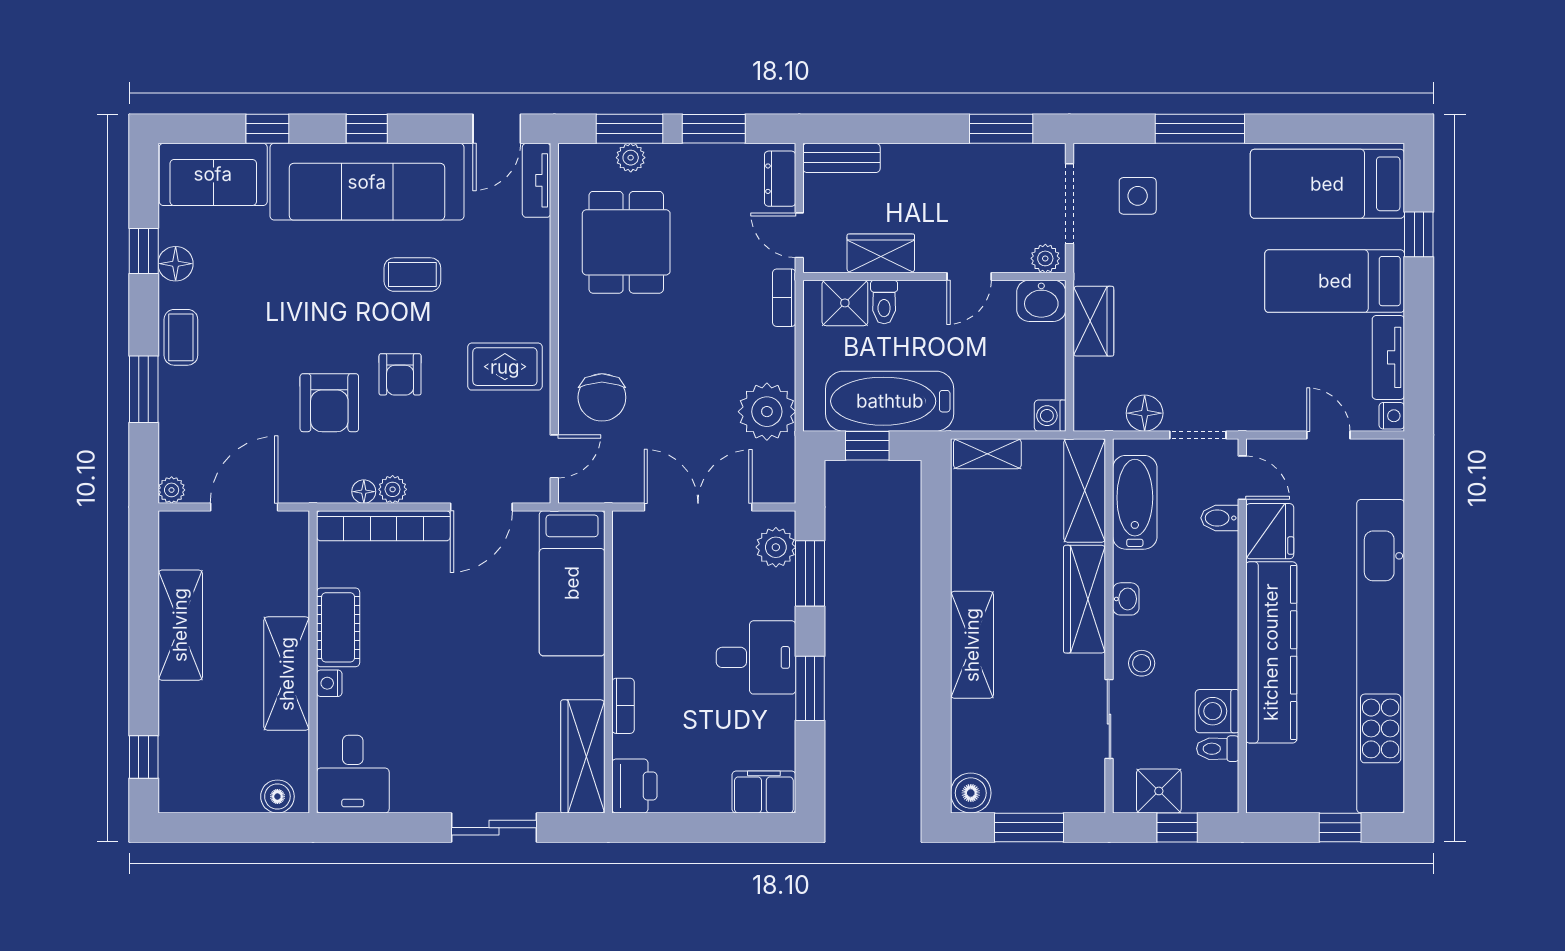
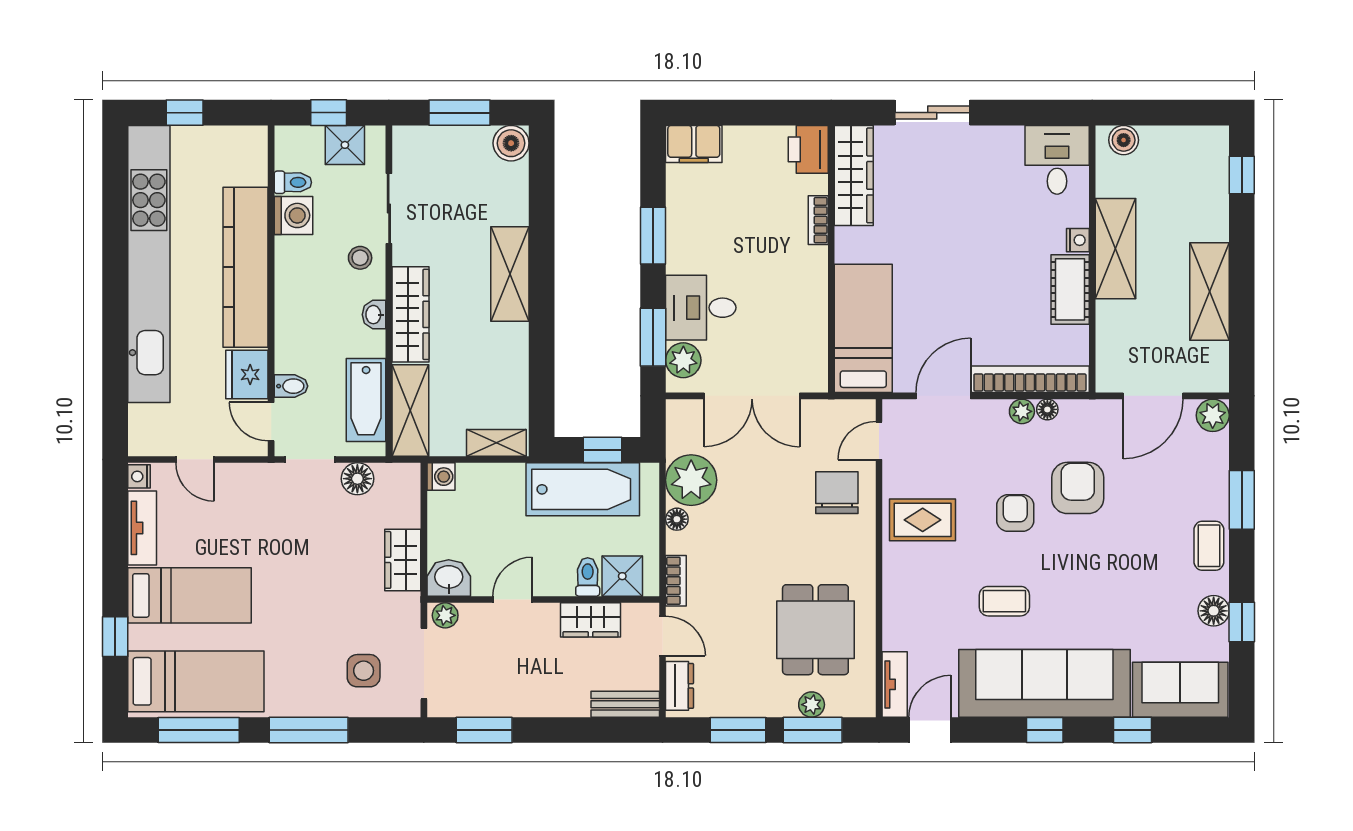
window: (1324, 129) -> (199, 730), added
floor lamp: (783, 367) -> (677, 519), added
plant: (172, 490) -> (1213, 415), width x1.38, depth x1.38
desk: (756, 657) -> (701, 308), moved

